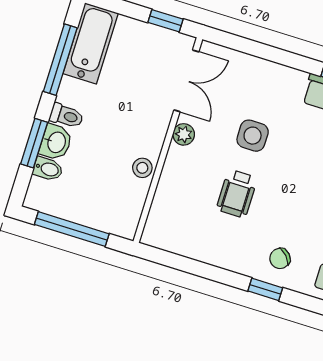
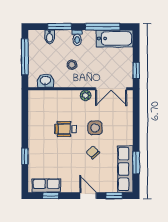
washbasin: (56, 142) -> (45, 81), moved, turned 180
stool: (142, 168) -> (72, 65), moved
chair: (280, 258) -> (93, 152), moved

